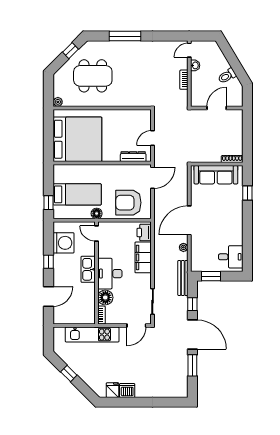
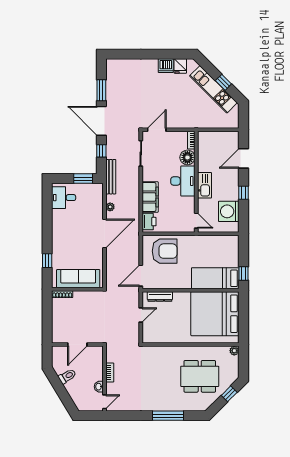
window: (71, 51) -> (229, 394), moved
bed: (77, 194) -> (215, 278), moved
window: (49, 203) -> (243, 274), moved
floor lamp: (97, 213) -> (196, 240), removed
kitchen unit: (92, 335) -> (213, 89), moved, turned -135

